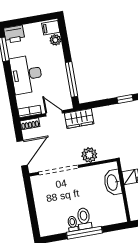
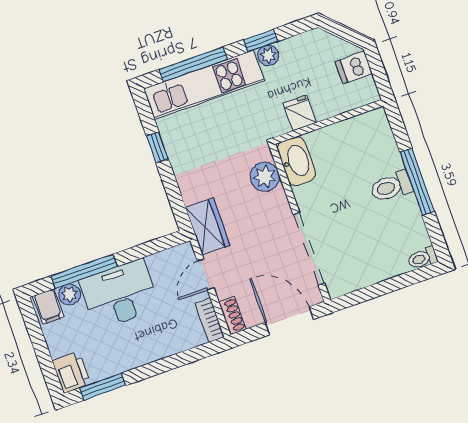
desk: (26, 74) -> (119, 294), moved, turned 180
window: (71, 79) -> (84, 271), moved
plant: (89, 155) -> (265, 177), moved
washbasin: (113, 182) -> (296, 161), moved, turned -90
toilet: (73, 224) -> (423, 258), moved

